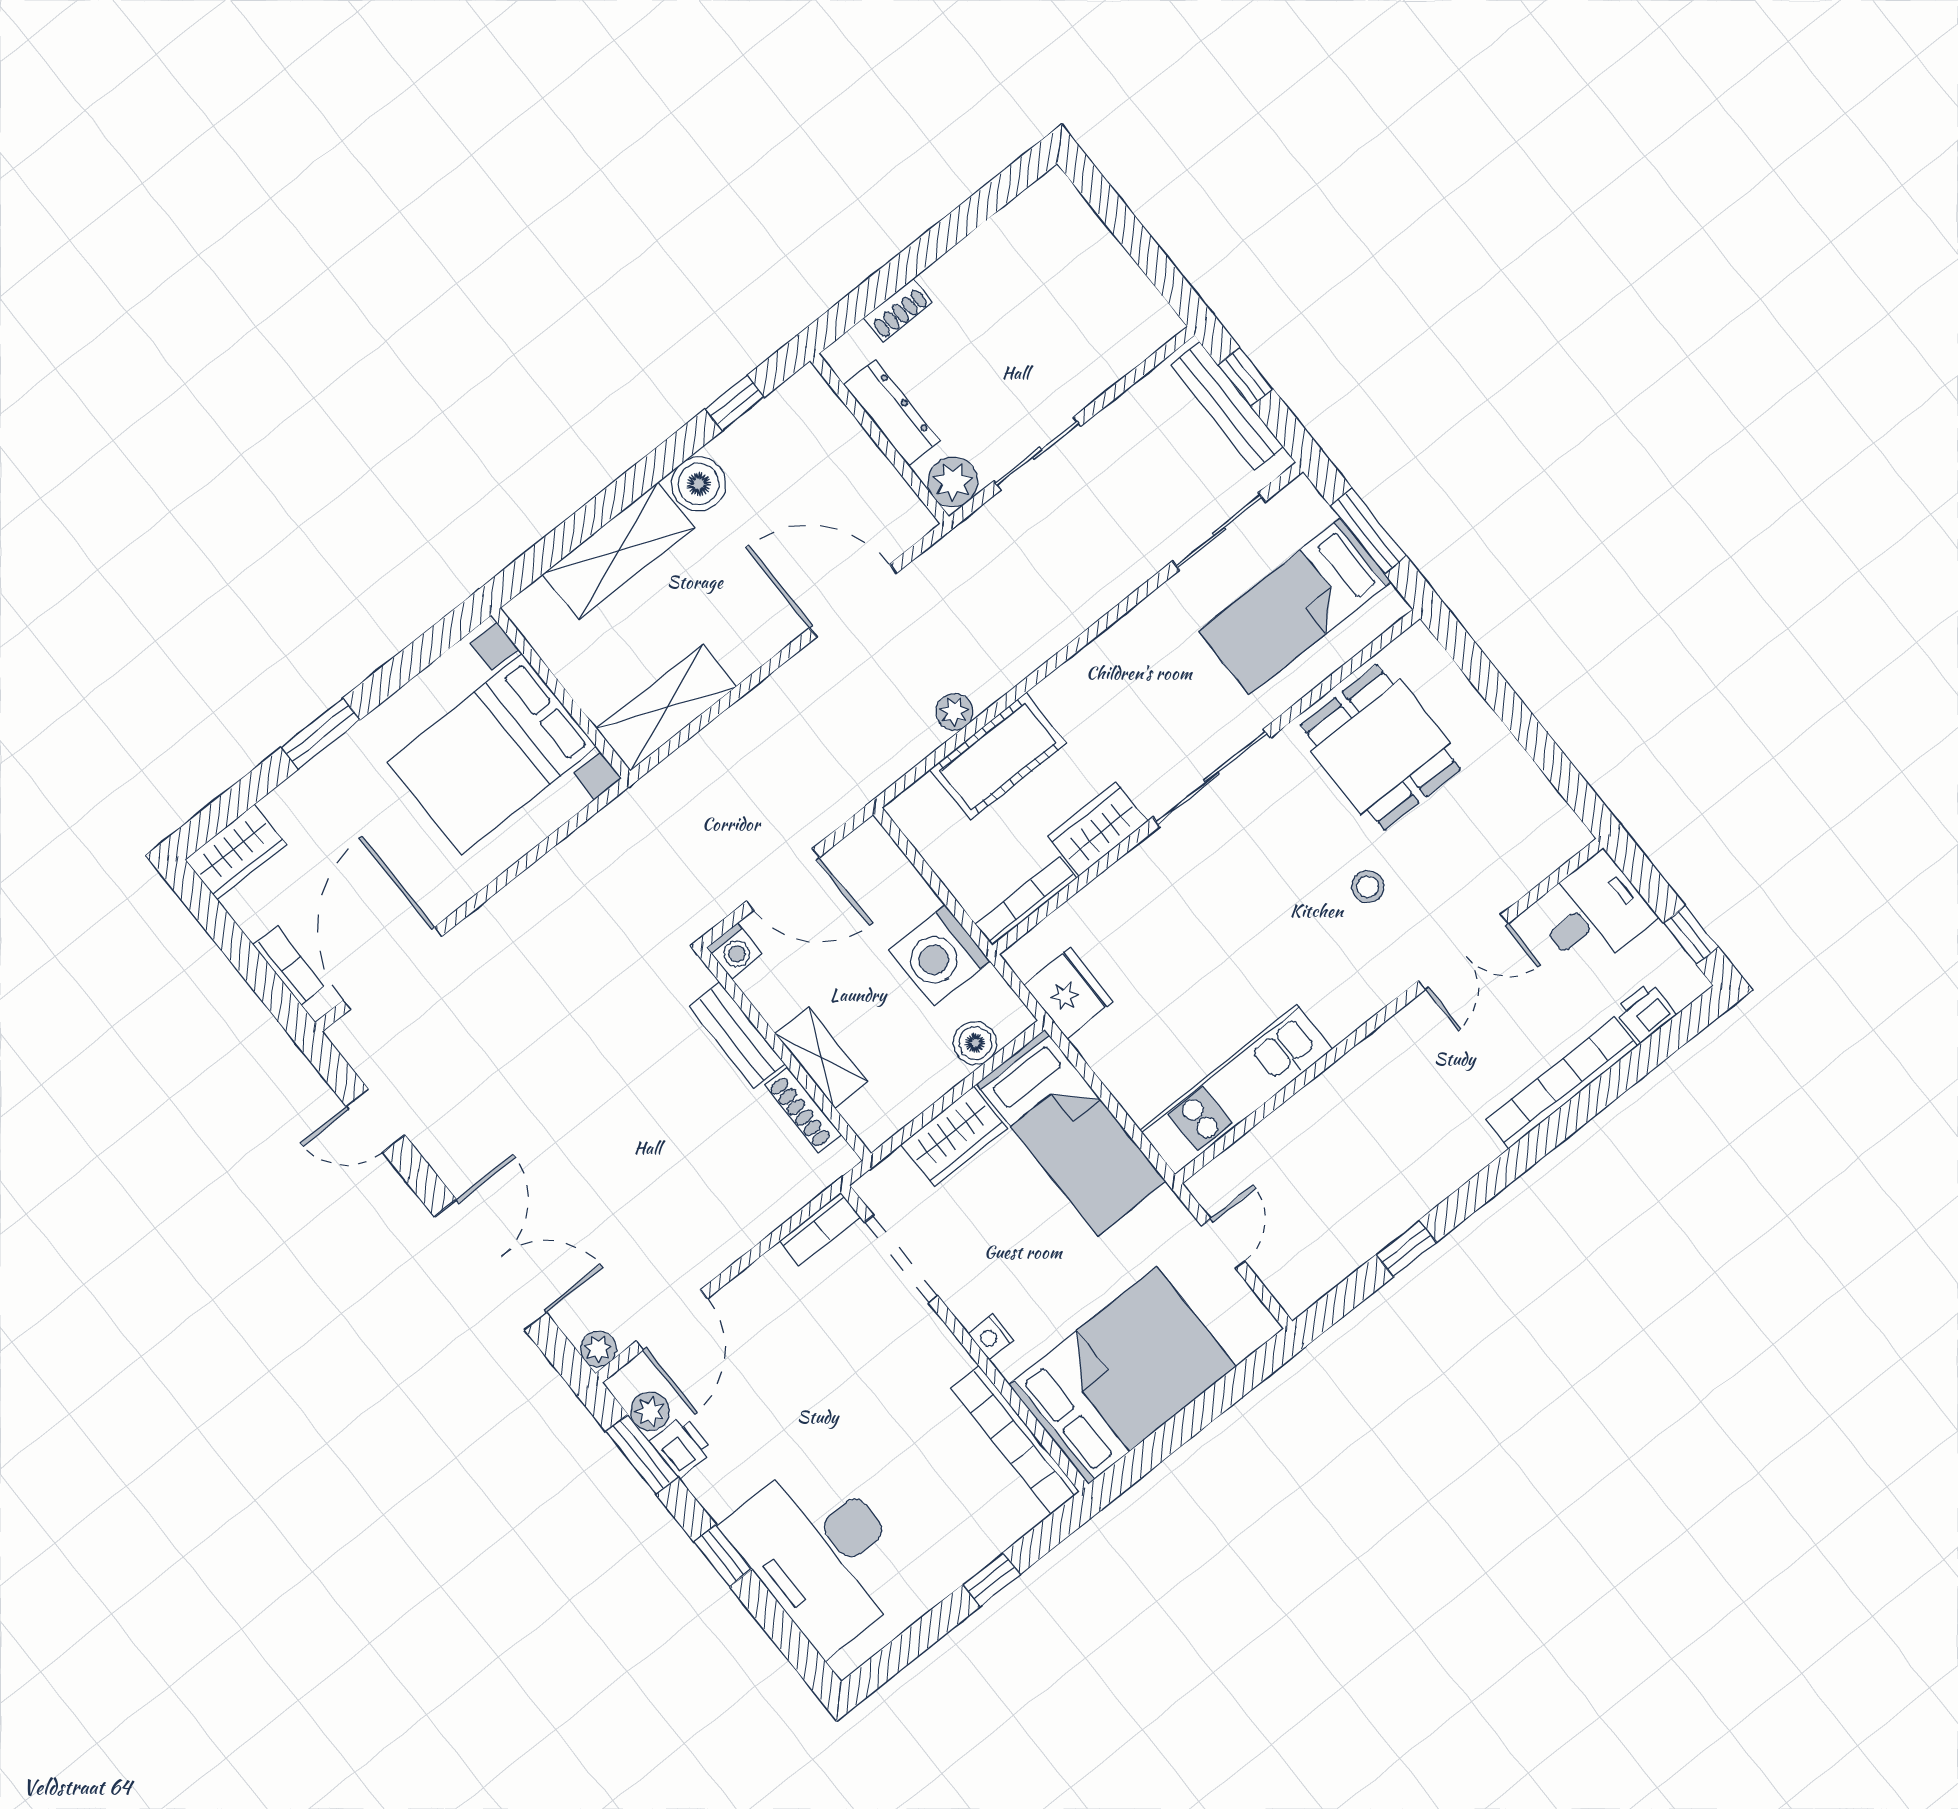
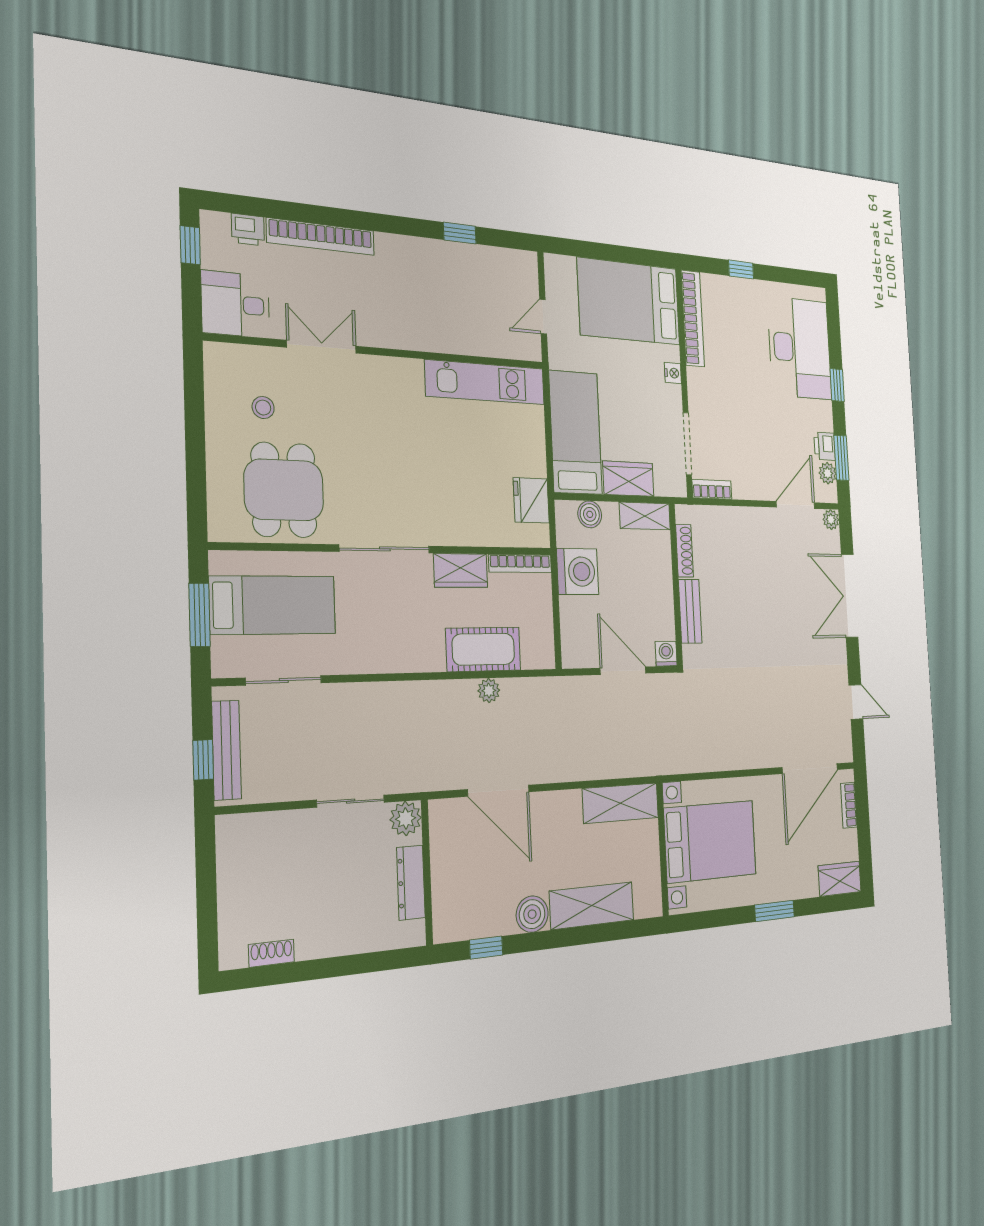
shoe rack: (898, 310) -> (271, 953), moved
stool: (1368, 887) -> (263, 408), moved
shelving: (822, 1057) -> (645, 516), moved, turned 90

